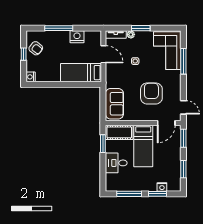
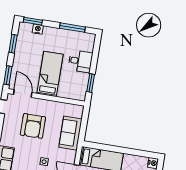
sofa: (114, 104) -> (70, 133), moved
door: (166, 123) -> (23, 93), hinge flipped
cot: (119, 132) -> (72, 92), removed
window: (158, 194) -> (33, 21), moved

